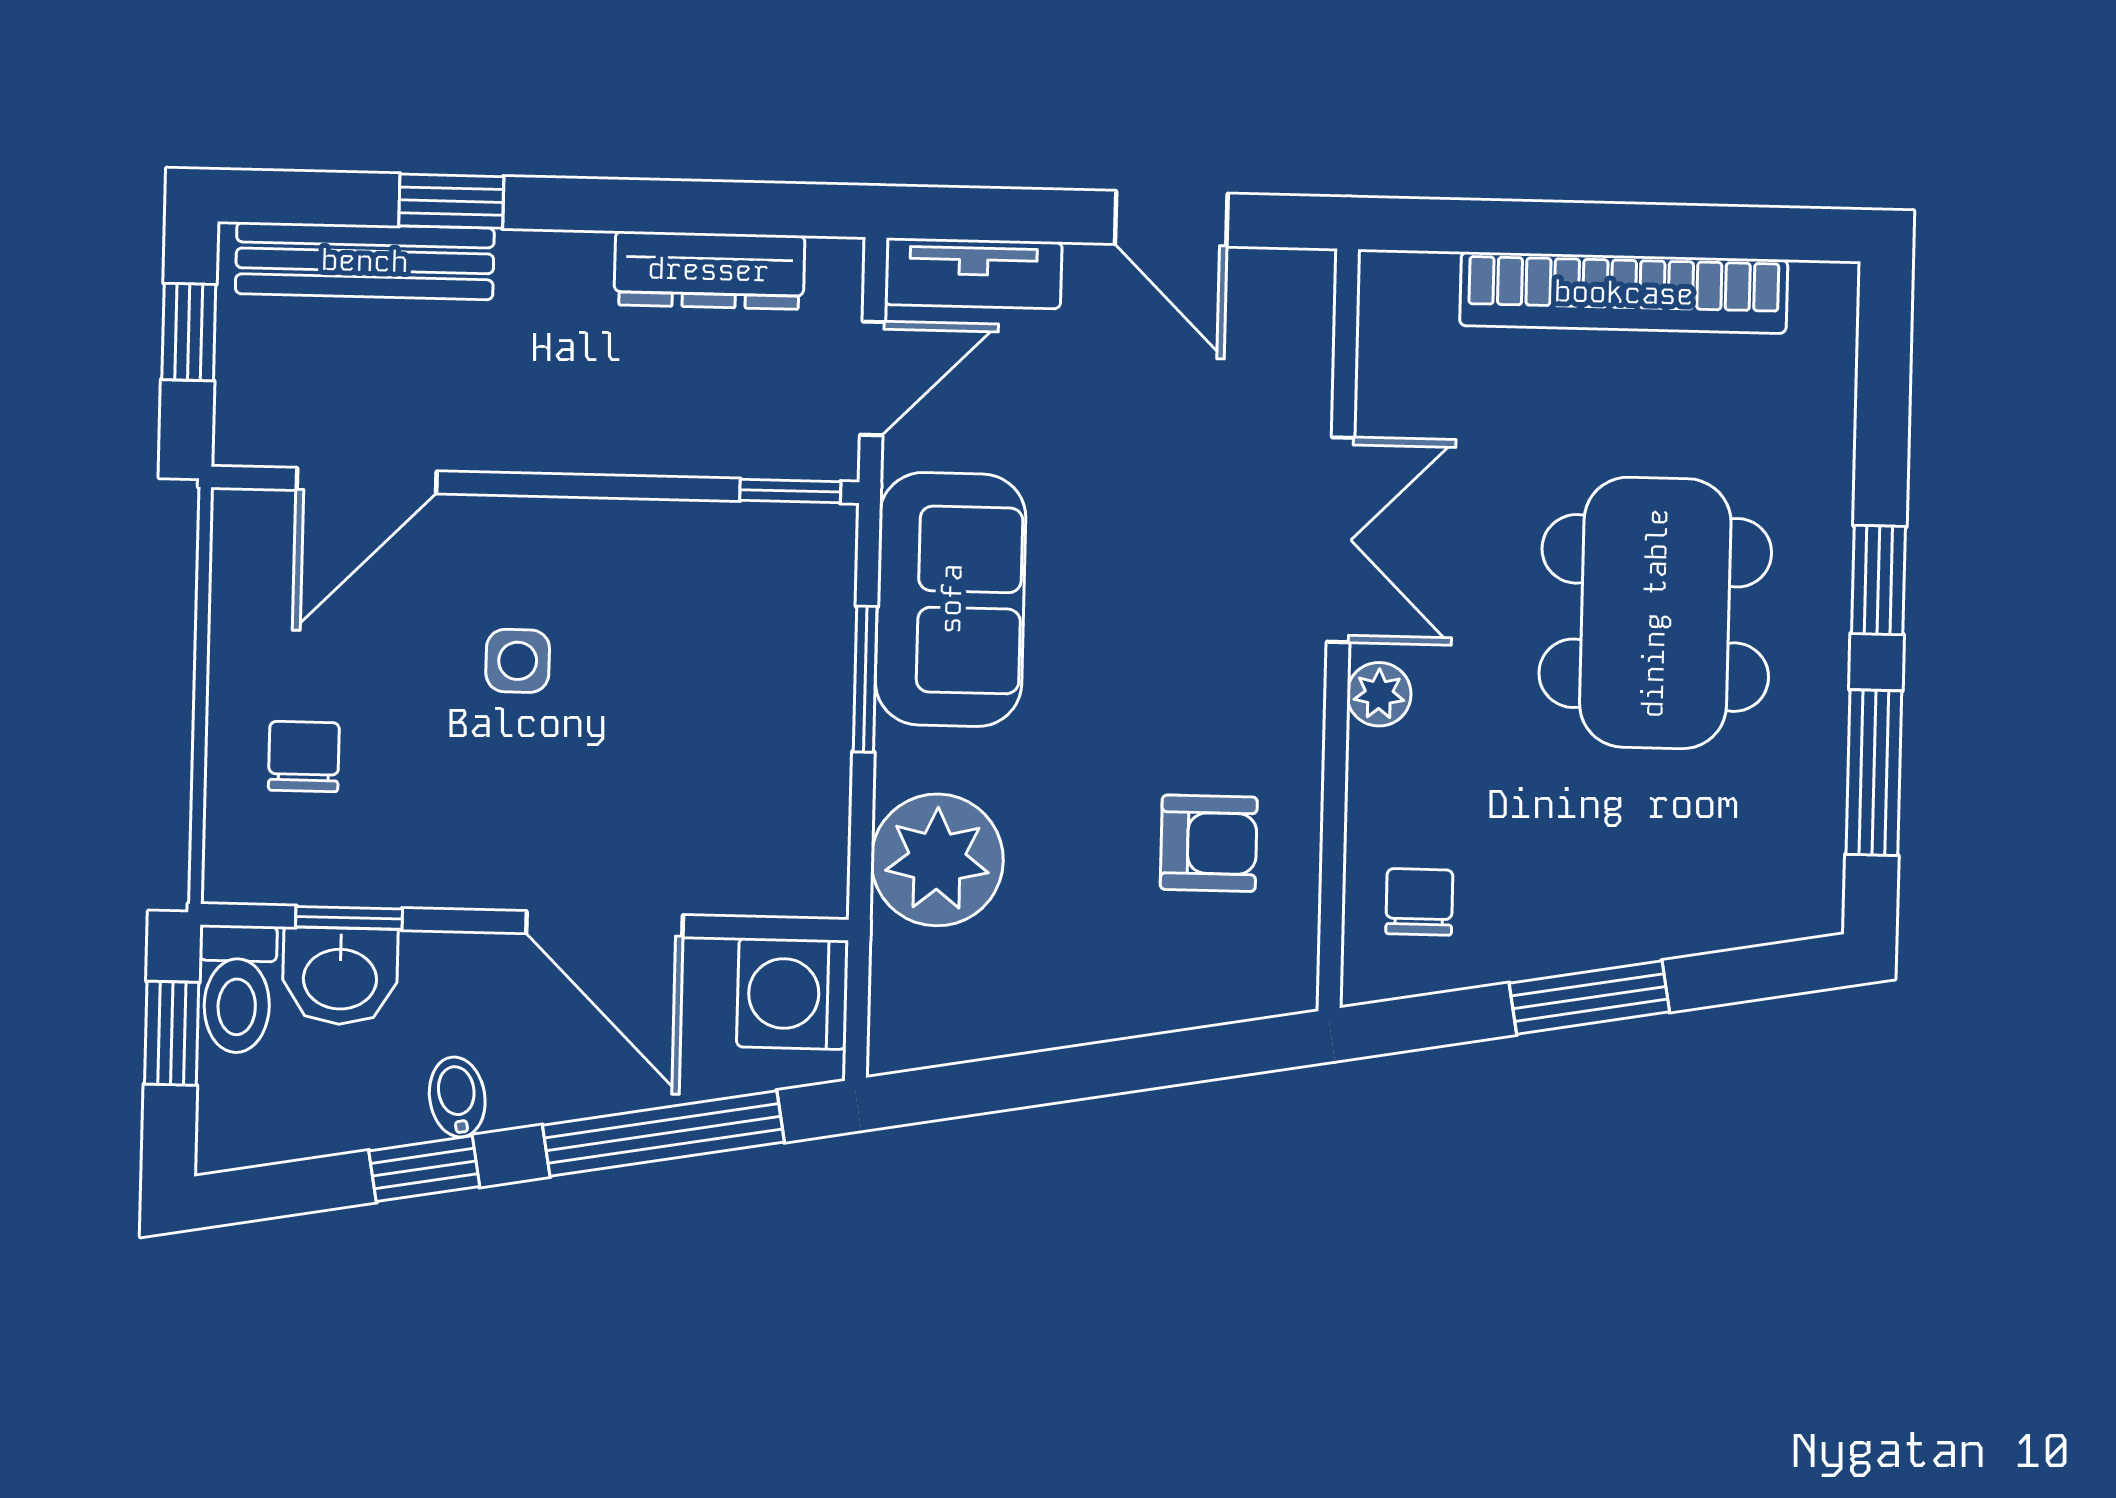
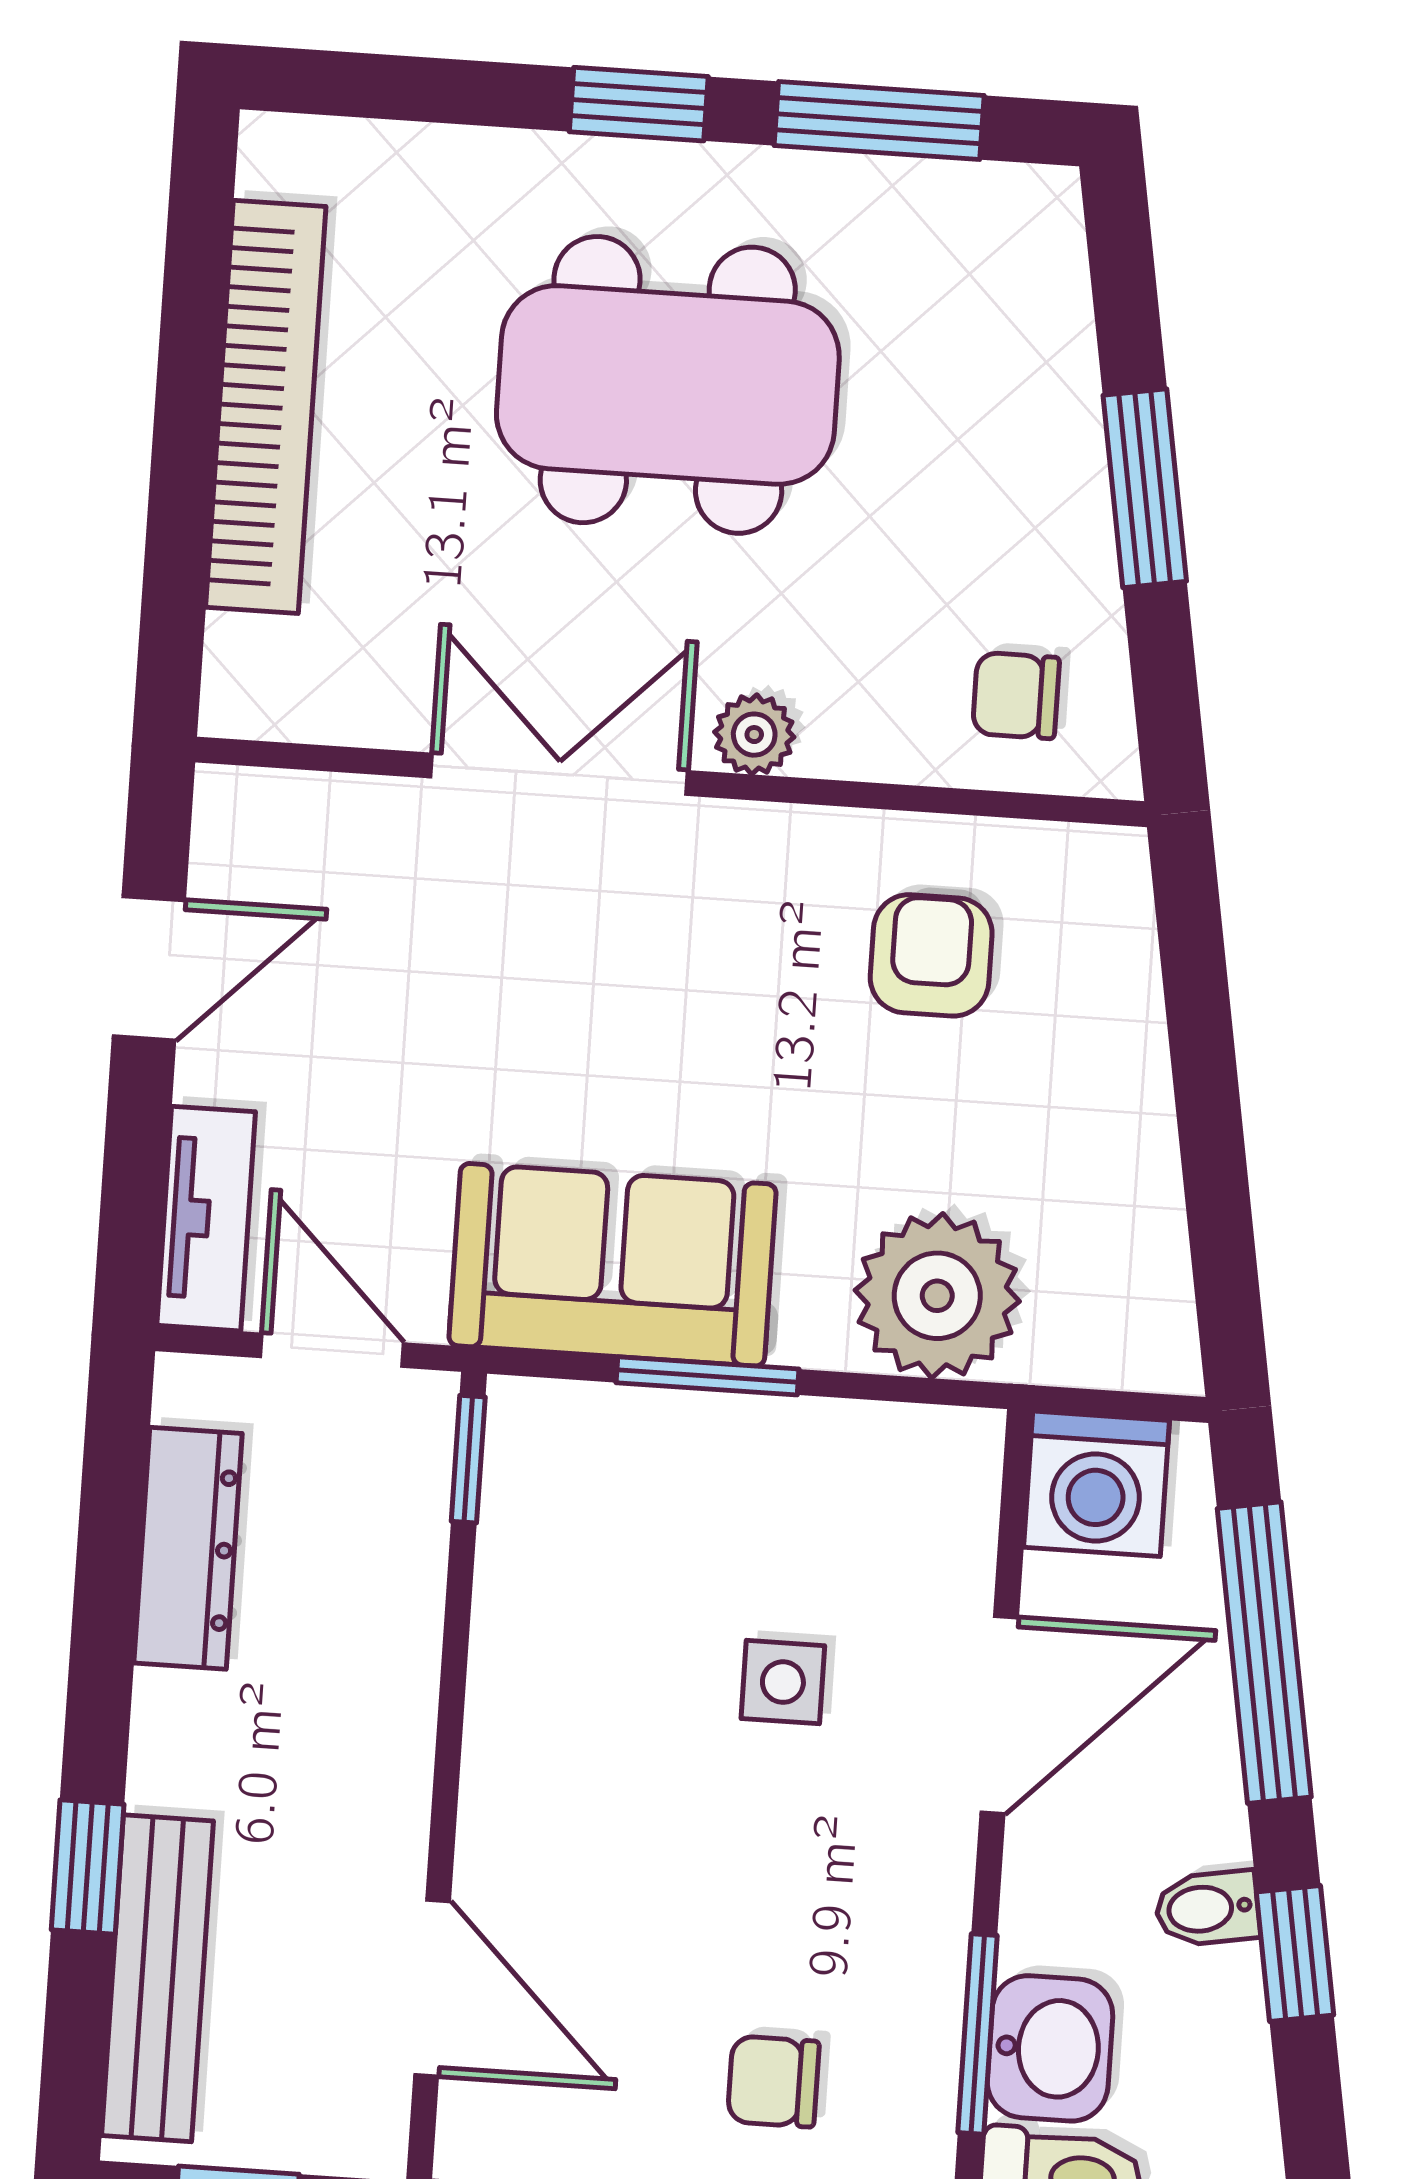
side table: (518, 661) -> (783, 1682), moved
window: (349, 918) -> (978, 2034), width x1.50

